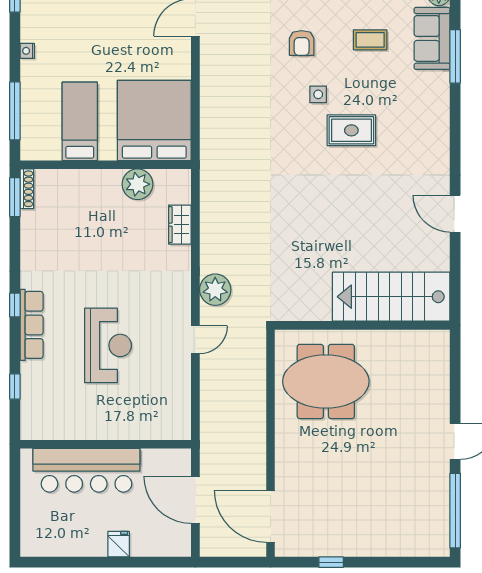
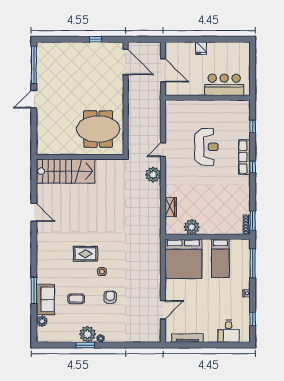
reception desk: (108, 345) -> (206, 147), turned 180
bar counter: (86, 470) -> (224, 85), width x0.73

